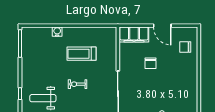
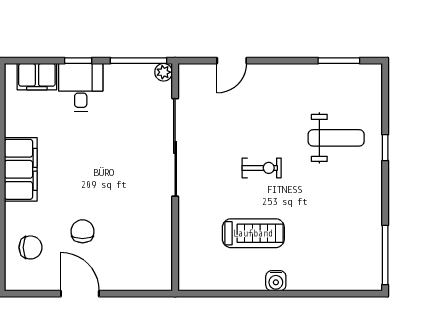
water cooler: (57, 32) -> (276, 281), moved
filing cabinet: (134, 35) -> (21, 169), moved, turned 90
chair: (150, 63) -> (83, 231), moved

